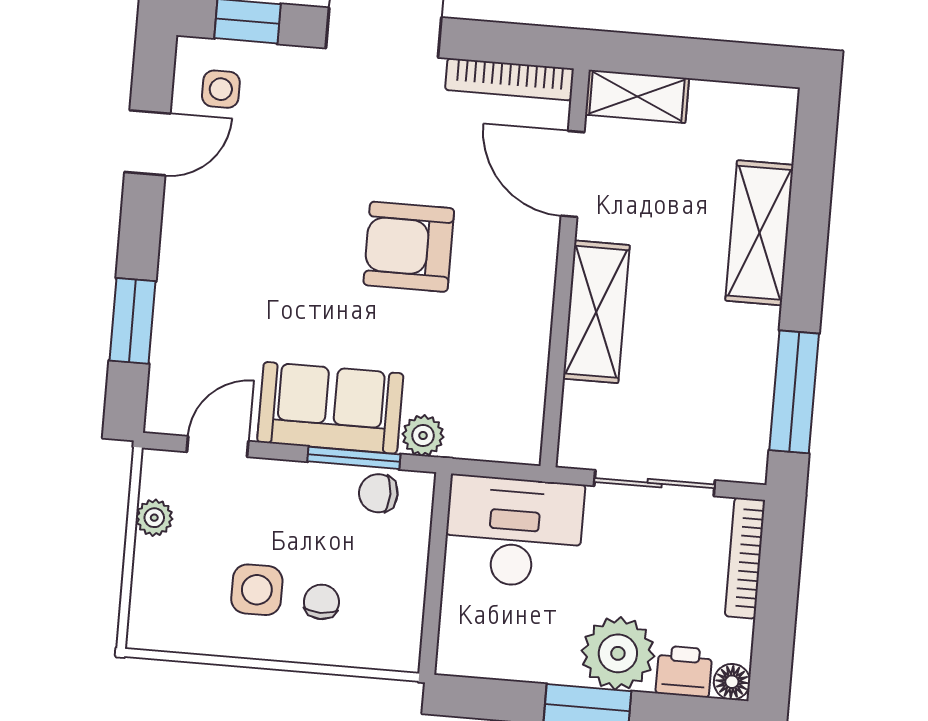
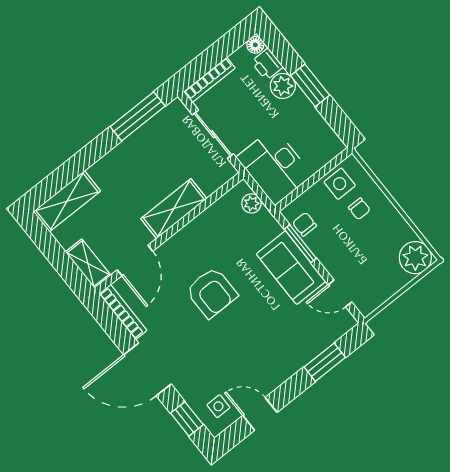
shelving: (759, 233) -> (67, 201), moved
plant: (423, 435) -> (251, 203), moved
chair: (378, 493) -> (304, 224), turned 180
plant: (154, 518) -> (415, 258), moved, width x1.88, depth x1.88
side table: (257, 590) -> (340, 184), moved
chair: (321, 602) -> (359, 209), turned -90
plant: (618, 653) -> (283, 86), width x0.73, depth x0.73

